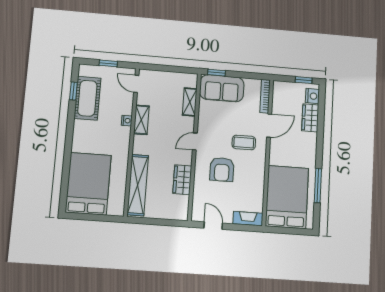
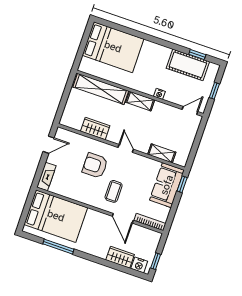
shelving: (141, 120) -> (140, 101), moved

